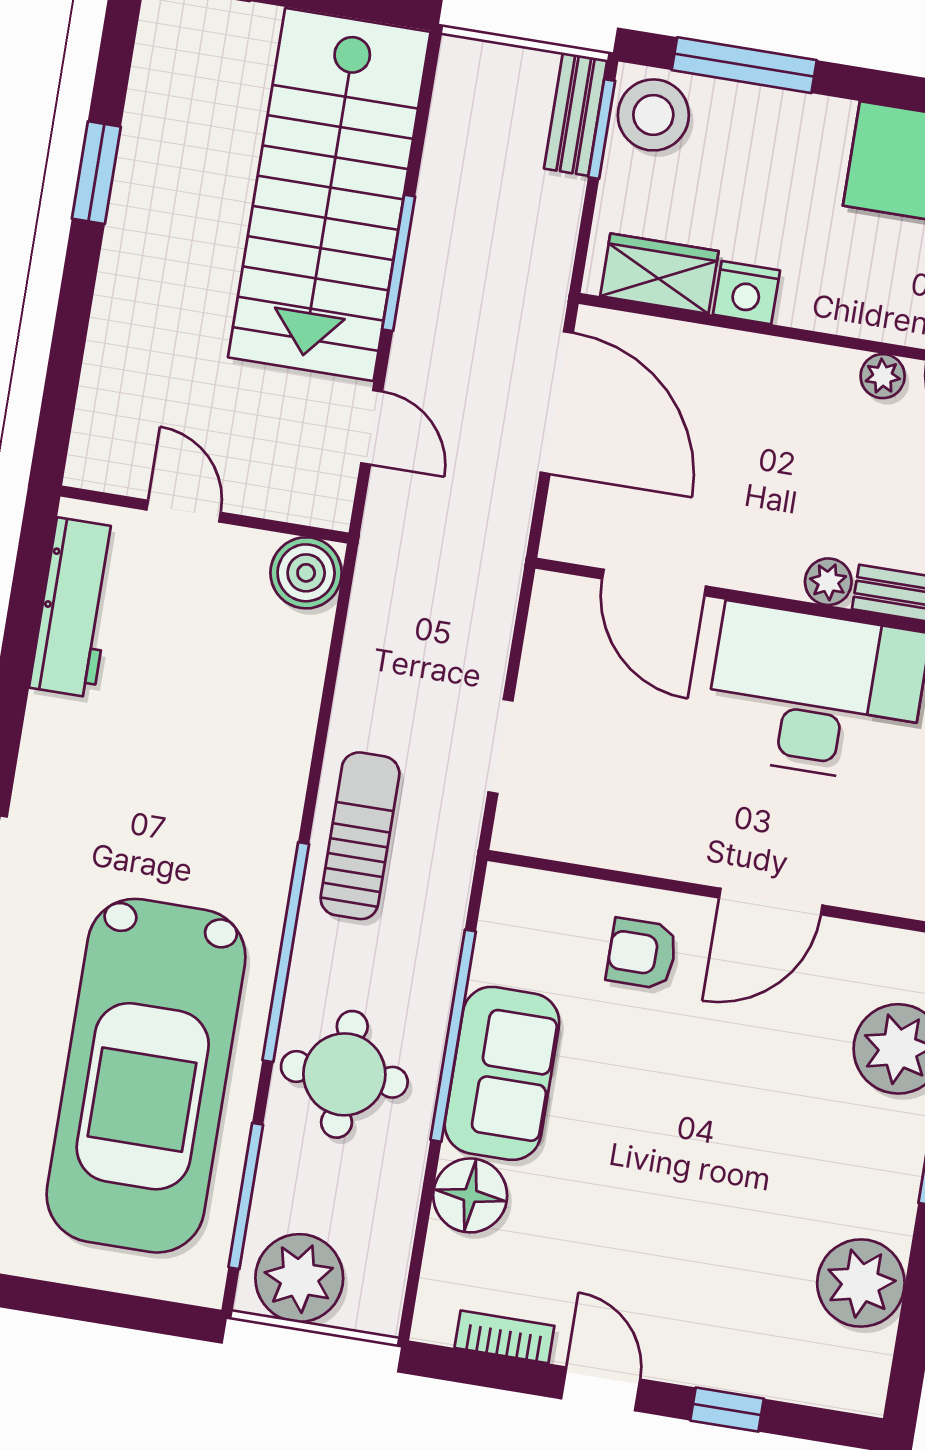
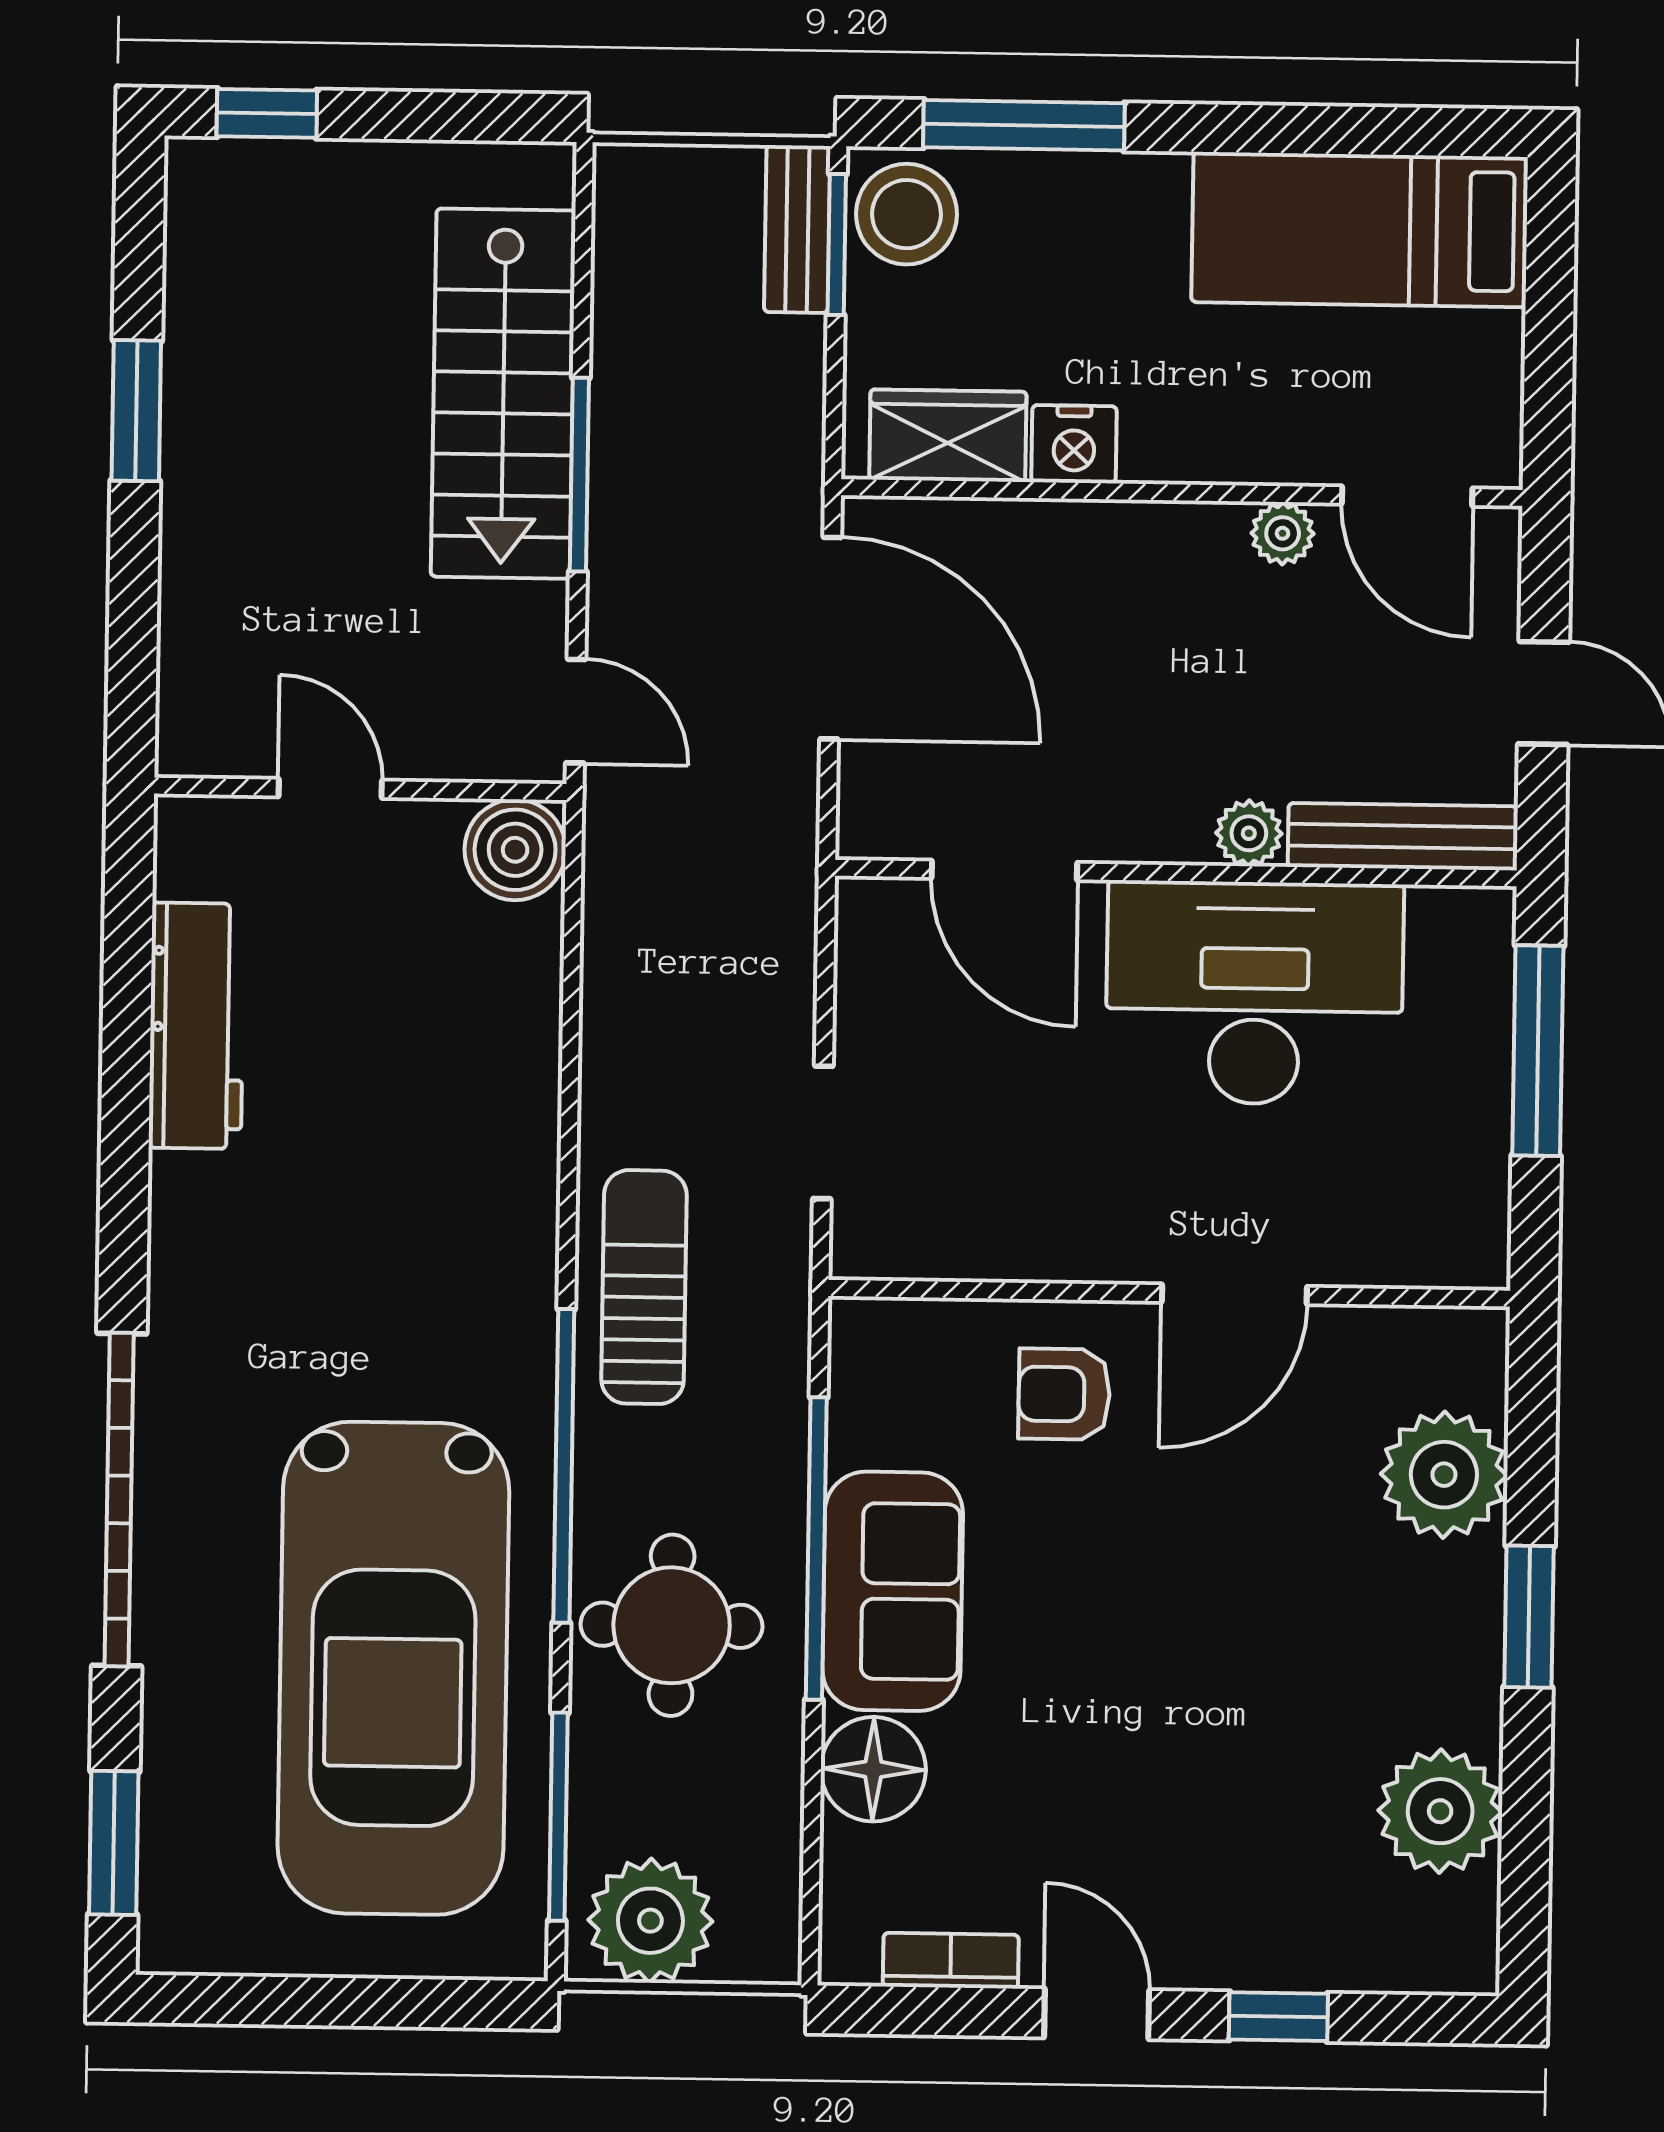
stairs: (329, 195) -> (503, 394), width x0.73, depth x0.66
door: (184, 511) -> (330, 788), moved
wall: (205, 514) -> (360, 789), moved
boiler: (306, 573) -> (515, 850), moved

